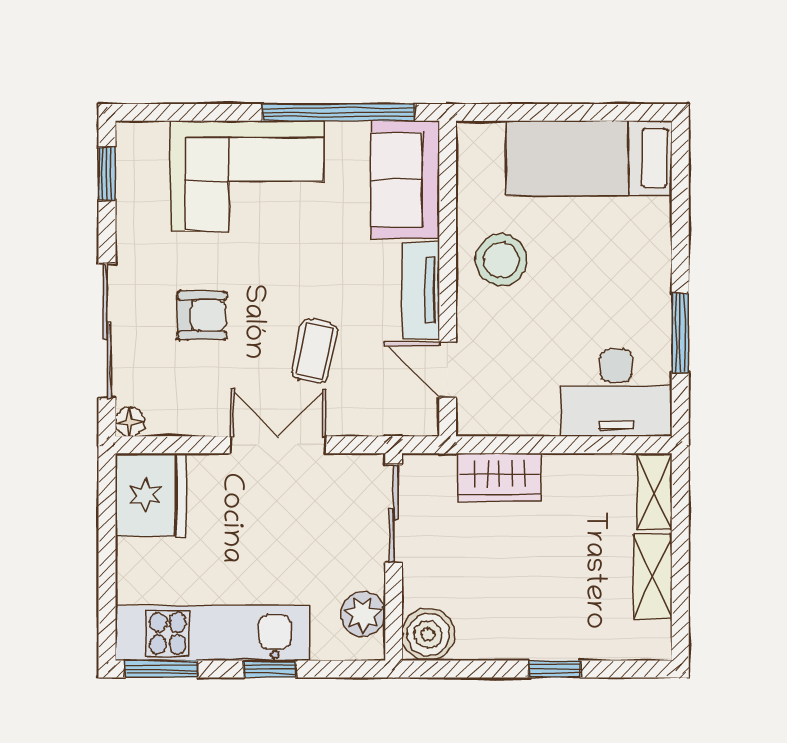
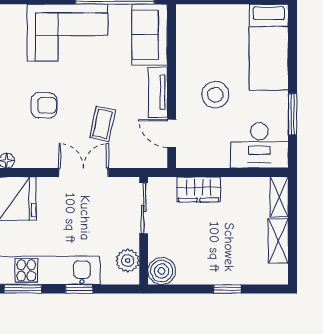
bed: (589, 158) -> (269, 47), moved, turned -90
stool: (501, 260) -> (215, 95), moved

